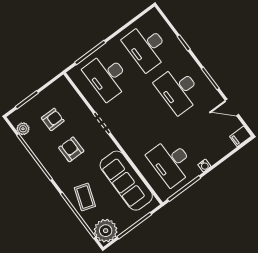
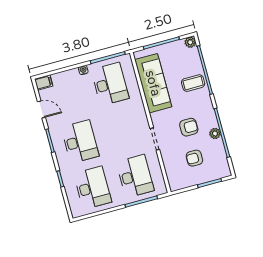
plant: (23, 129) -> (215, 133), moved
armchair: (71, 149) -> (189, 127), turned -90
coffee table: (85, 197) -> (193, 83), turned 71
plant: (106, 231) -> (190, 42), width x0.53, depth x0.53

